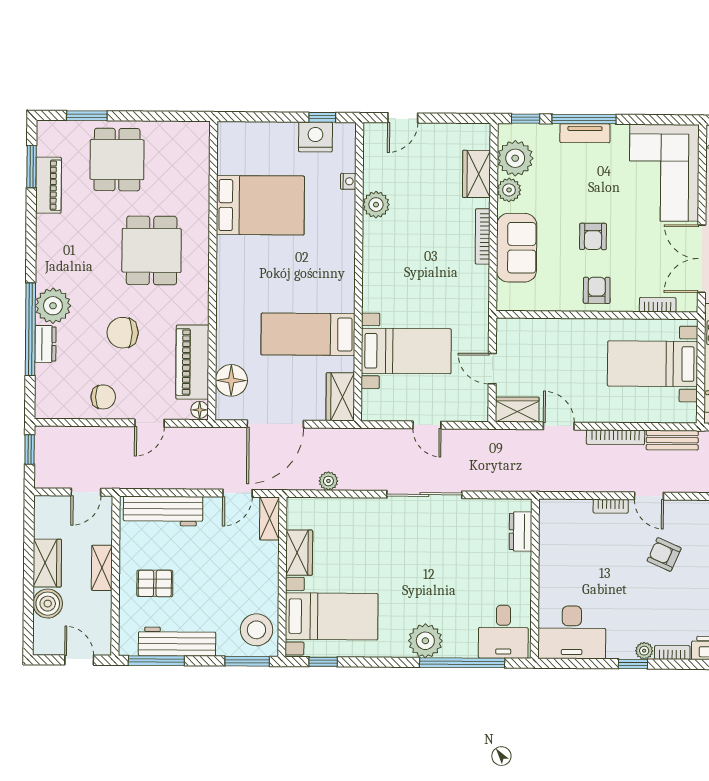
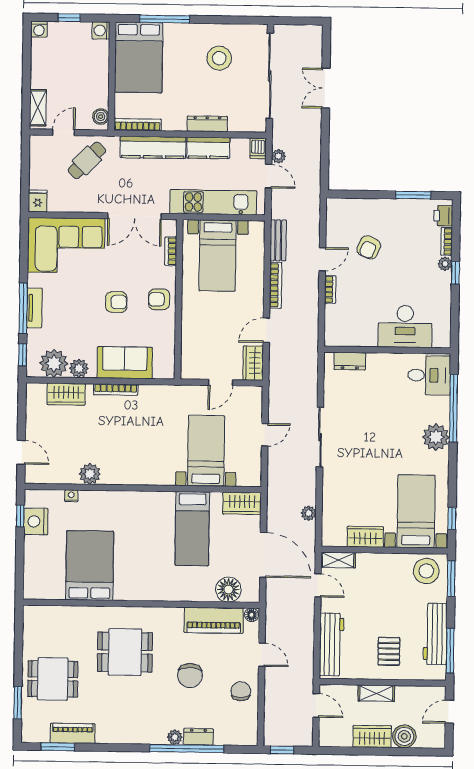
plant: (53, 306) -> (175, 737), width x0.53, depth x0.53
desk: (572, 632) -> (405, 326), moved, turned 90

